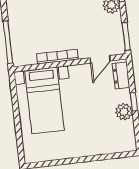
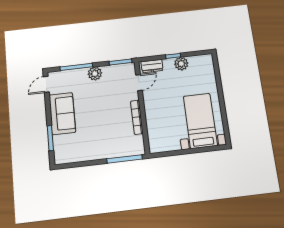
door: (100, 59) -> (139, 83), hinge flipped
bed with nightstands: (44, 100) -> (200, 121), moved, turned -90

